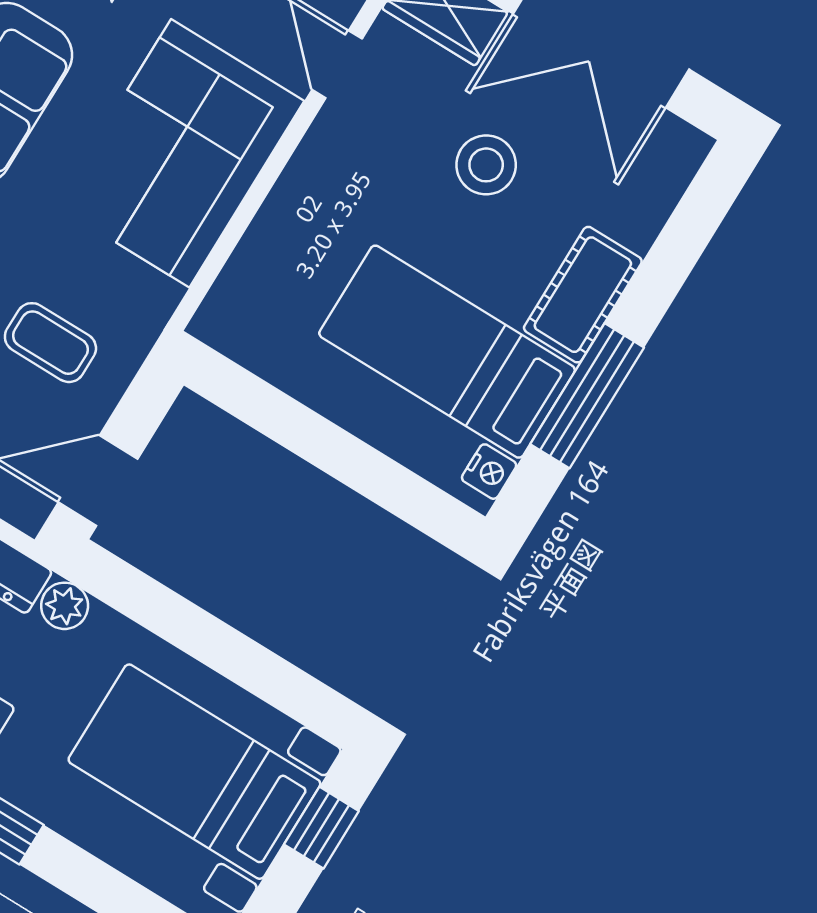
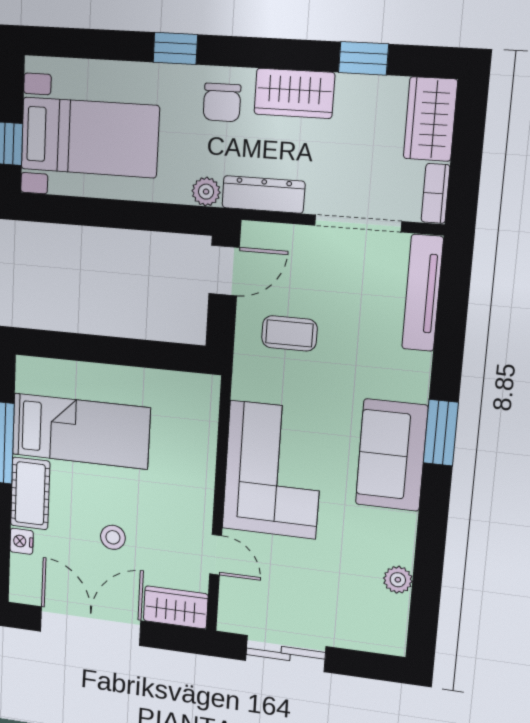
stool: (486, 165) -> (113, 537), width x0.73, depth x0.73
nightstand: (489, 472) -> (22, 541), moved

